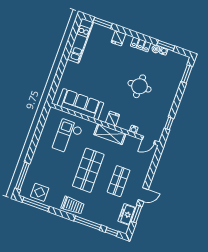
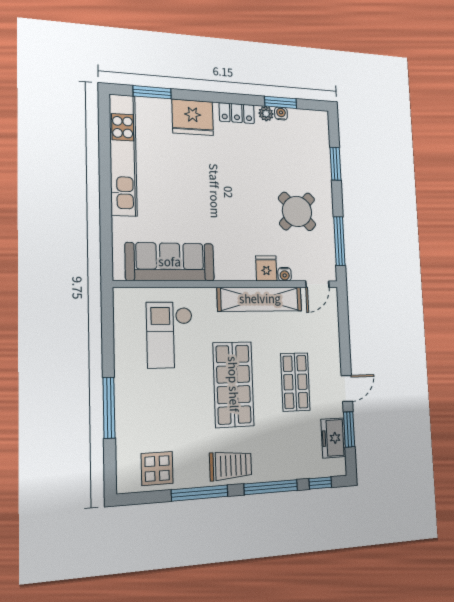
fridge: (118, 38) -> (193, 117), width x1.88, depth x1.34
kitchen unit: (80, 41) -> (123, 155), width x1.36
window: (187, 74) -> (335, 164), moved
round table: (140, 86) -> (297, 211), moved, turned 45
fridge: (113, 119) -> (266, 268), moved
window: (169, 123) -> (339, 241), width x2.17
shelving: (110, 134) -> (260, 299), width x1.47
window: (22, 176) -> (109, 408), moved
window: (36, 204) -> (200, 493), moved

